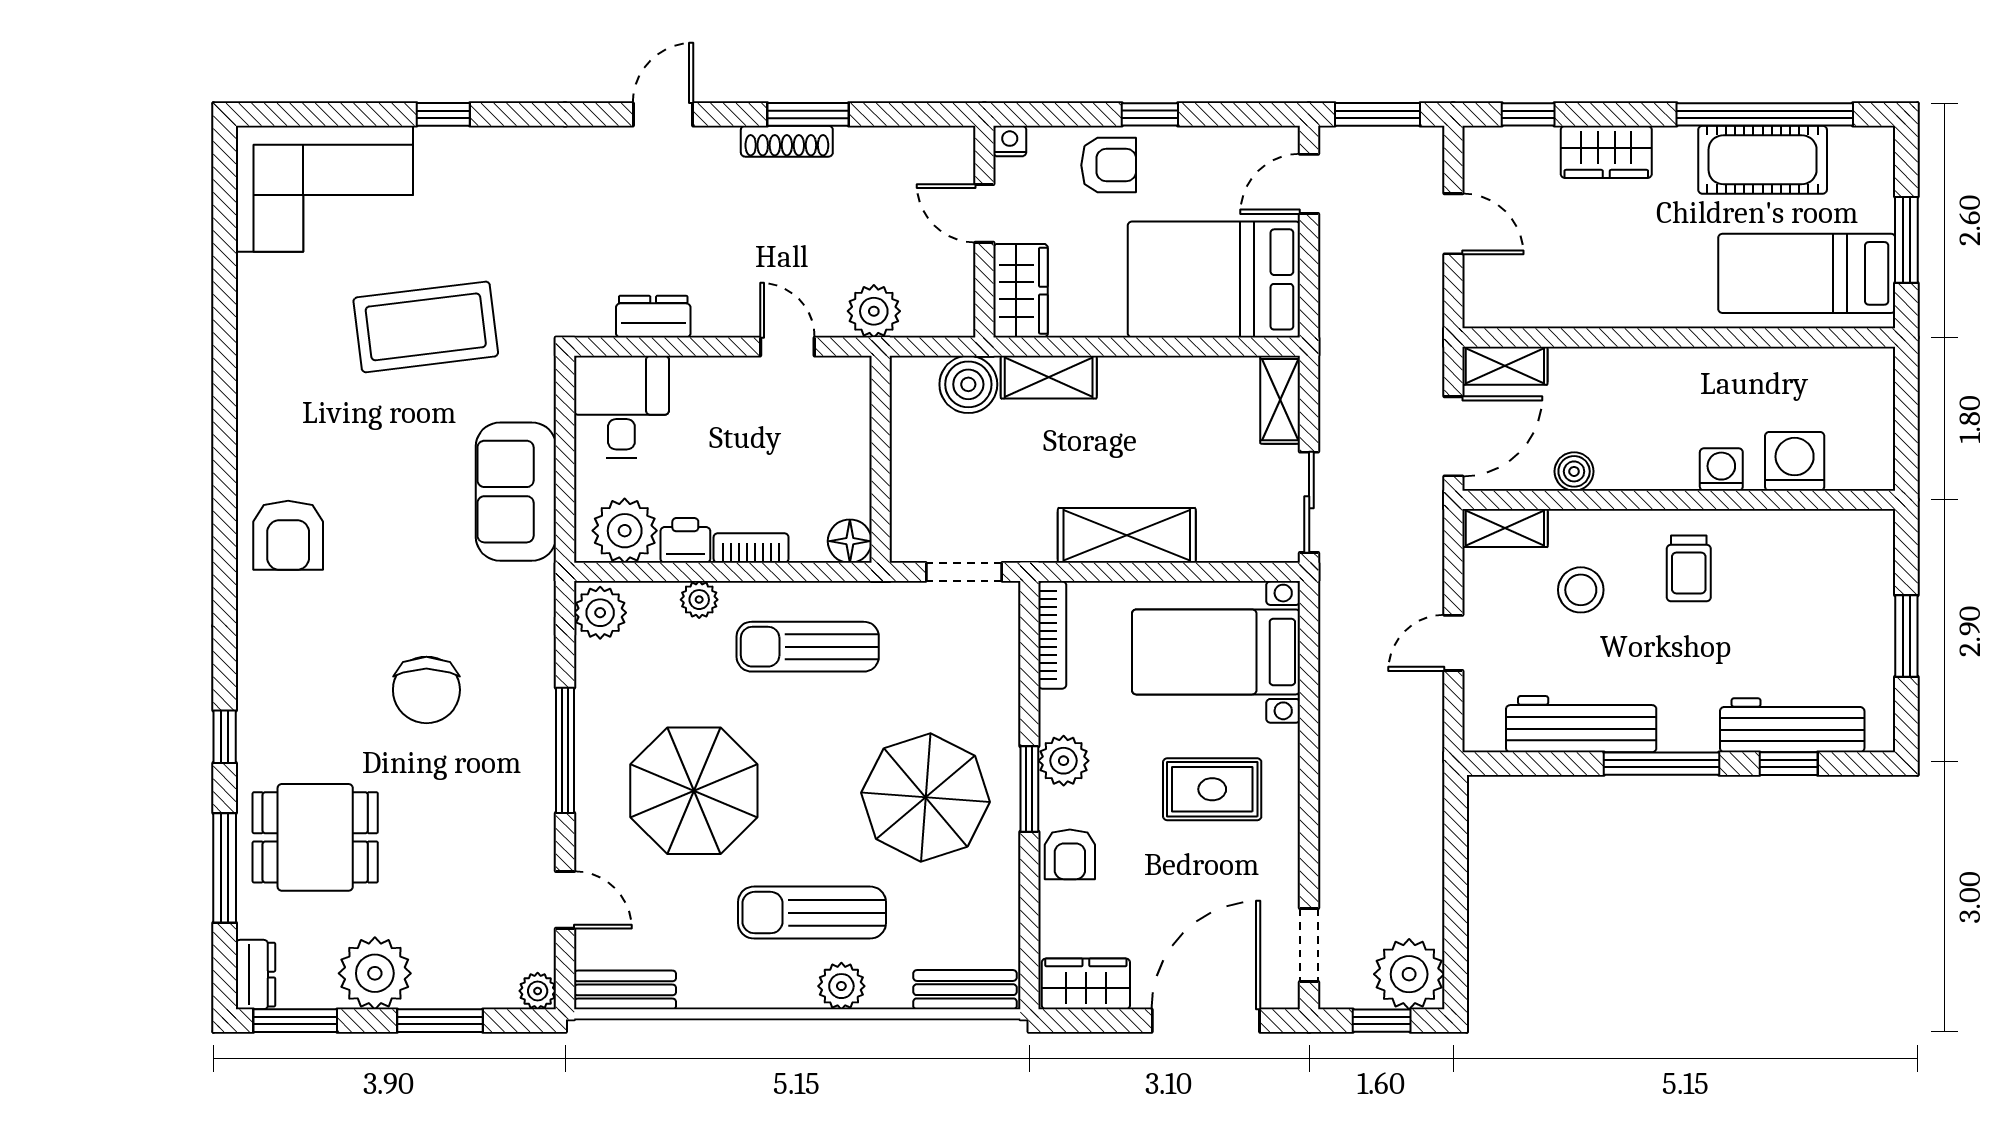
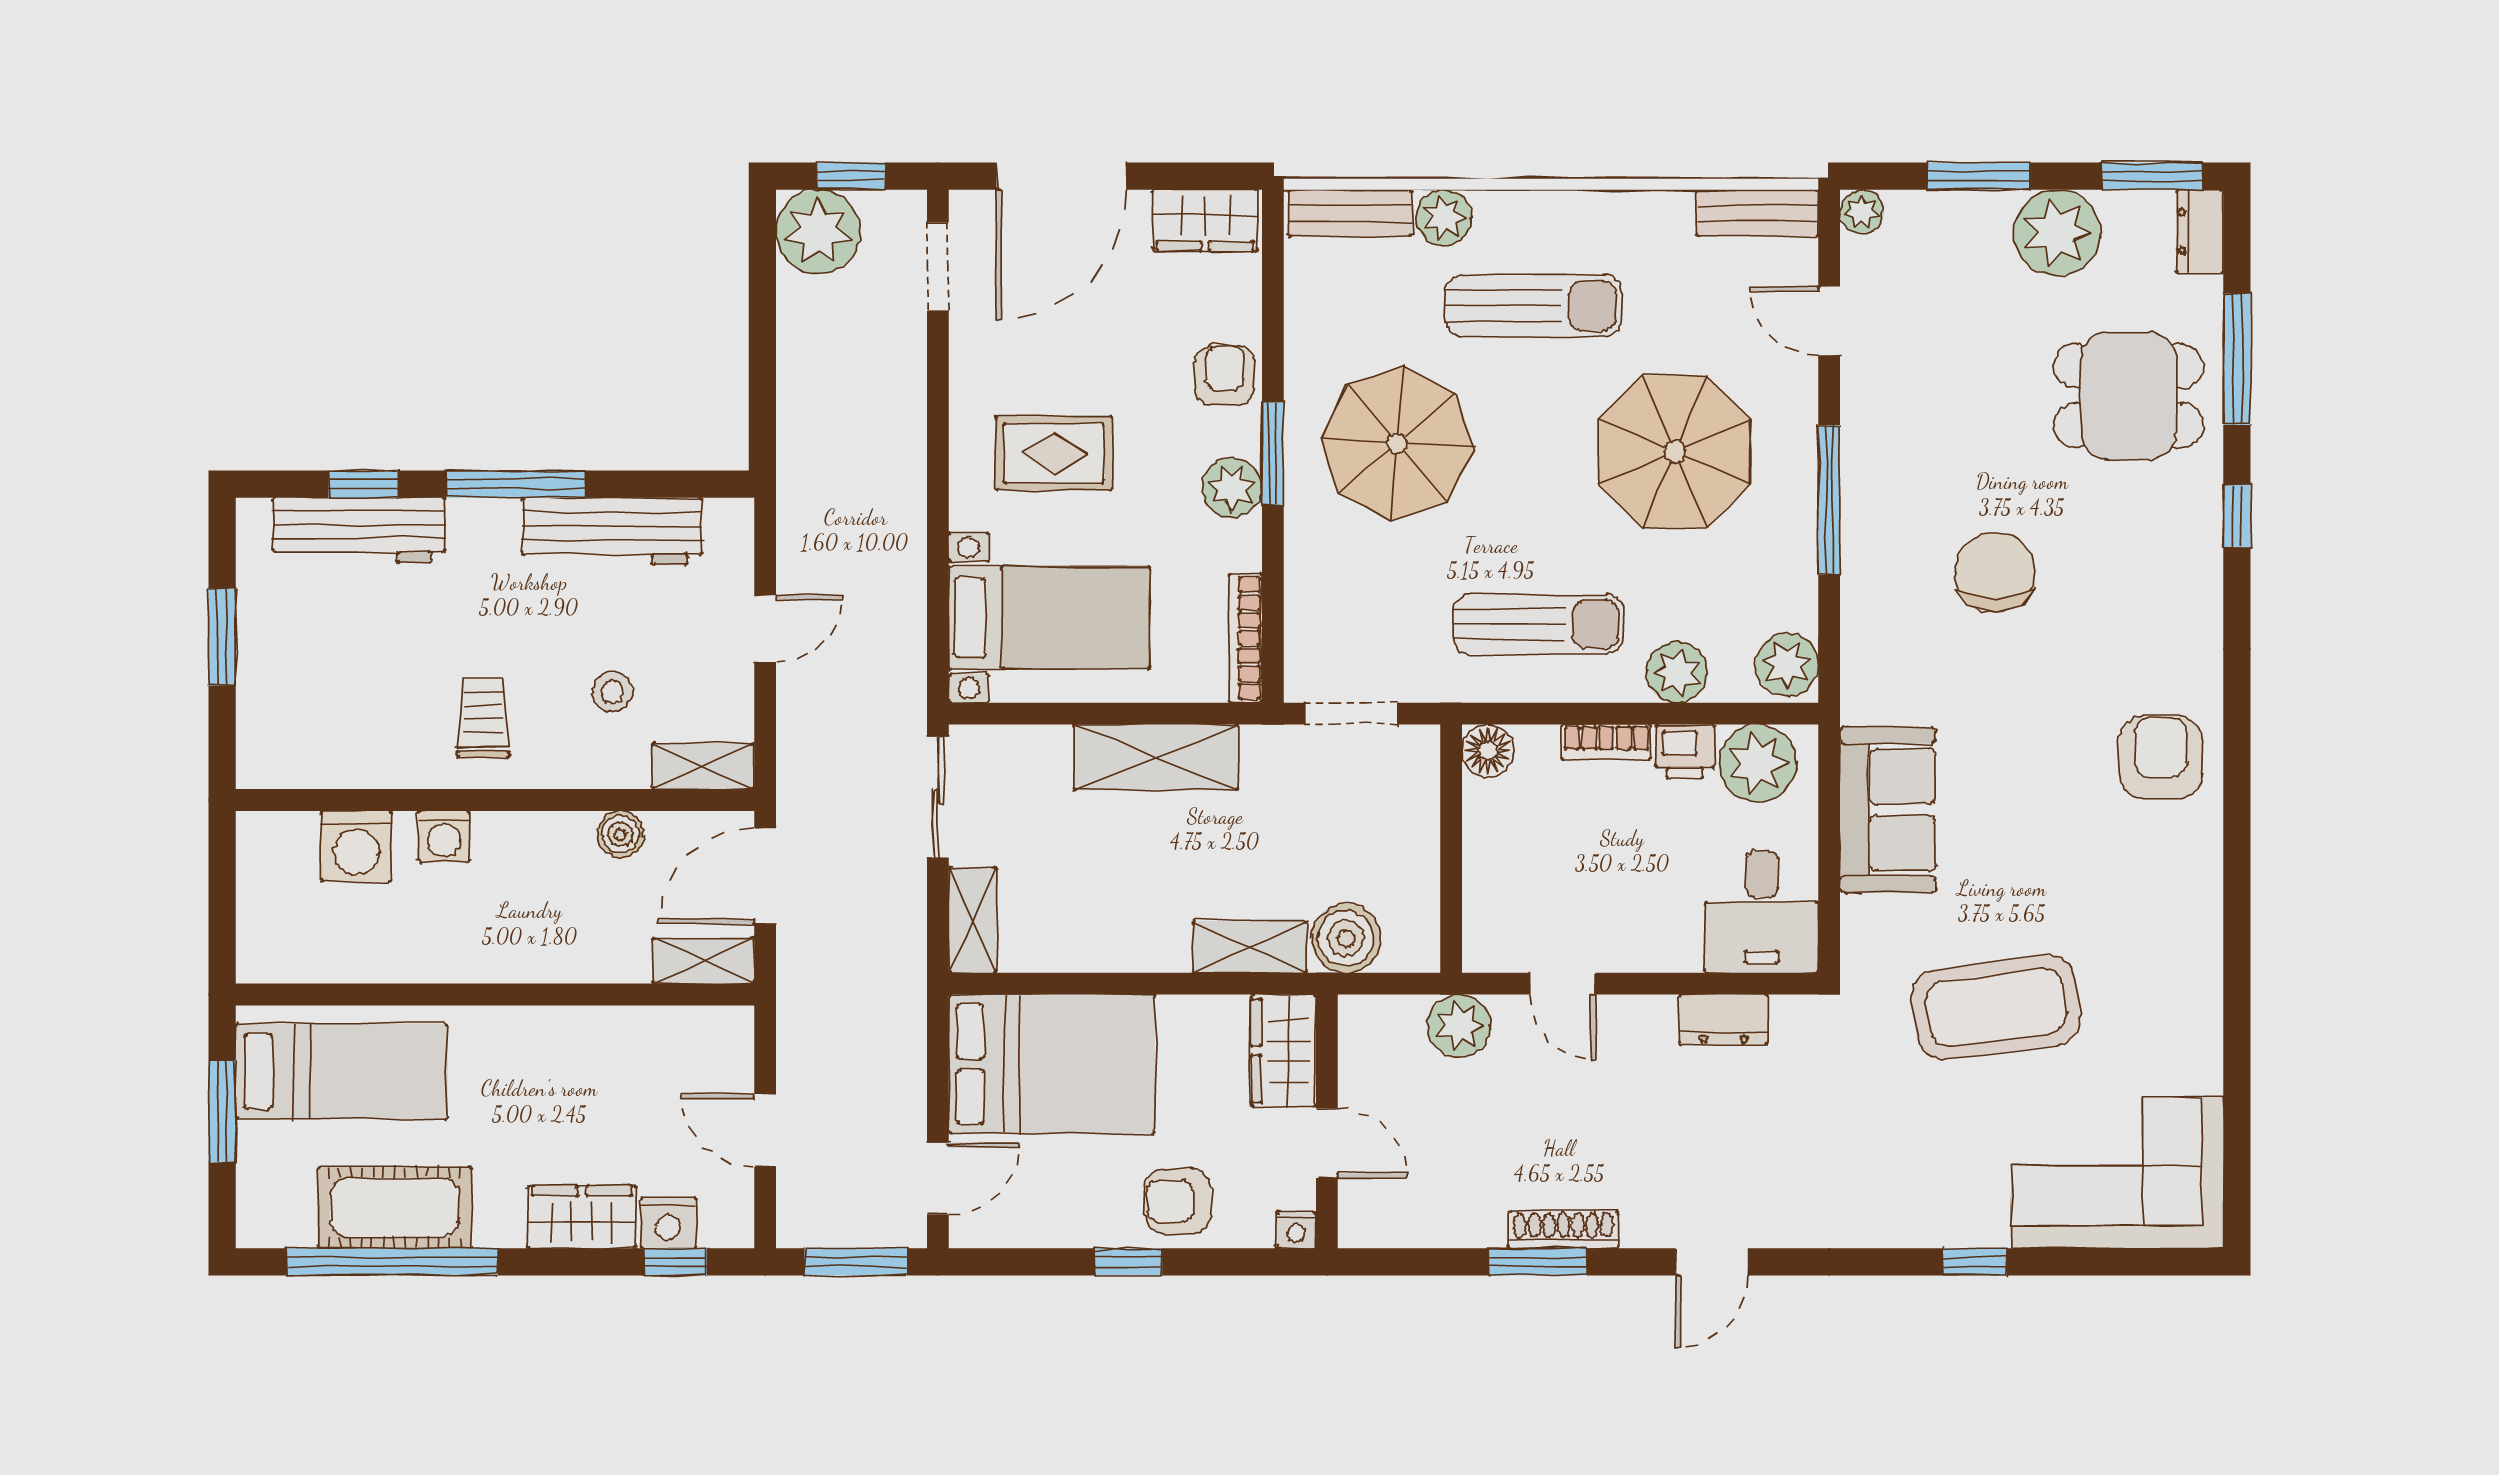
nightstand: (1534, 147) -> (668, 1223), added
stool: (1581, 590) -> (612, 692), width x0.73, depth x0.73
plant: (699, 600) -> (1677, 672), width x1.38, depth x1.38
plant: (841, 986) -> (1444, 218), moved

